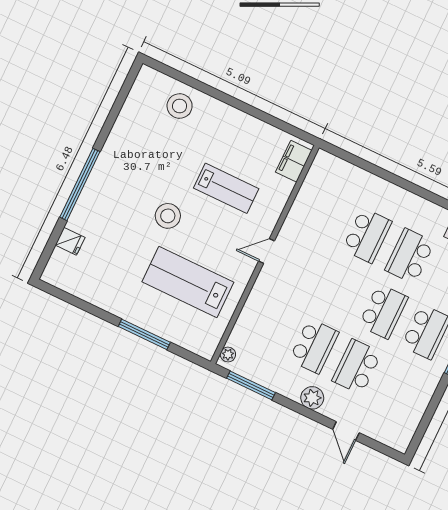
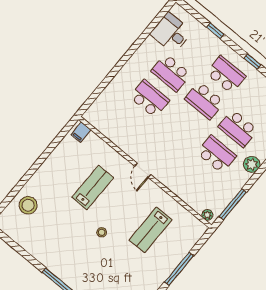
filing cabinet: (294, 161) -> (81, 132), width x0.50
stool: (168, 216) -> (102, 232), width x0.53, depth x0.53
lab bench: (188, 282) -> (151, 230), width x0.73, depth x0.72
school desk: (383, 311) -> (205, 101), turned 180

